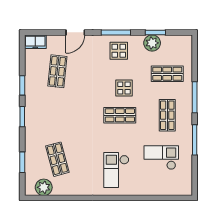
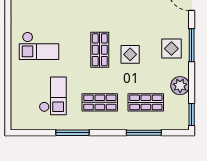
window: (155, 32) -> (192, 114), moved
shop shelf: (167, 74) -> (146, 102), turned 90
window: (195, 97) -> (144, 133), moved
checkout: (116, 170) -> (39, 46), turned 180

